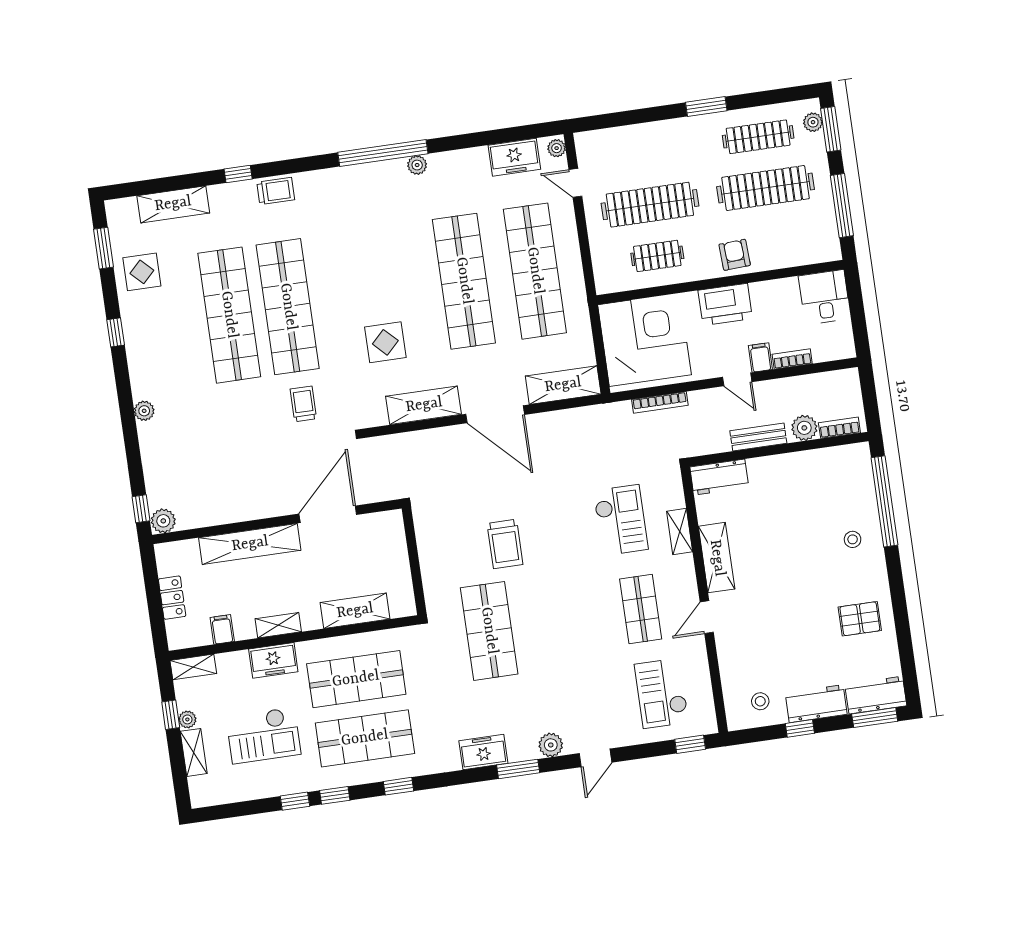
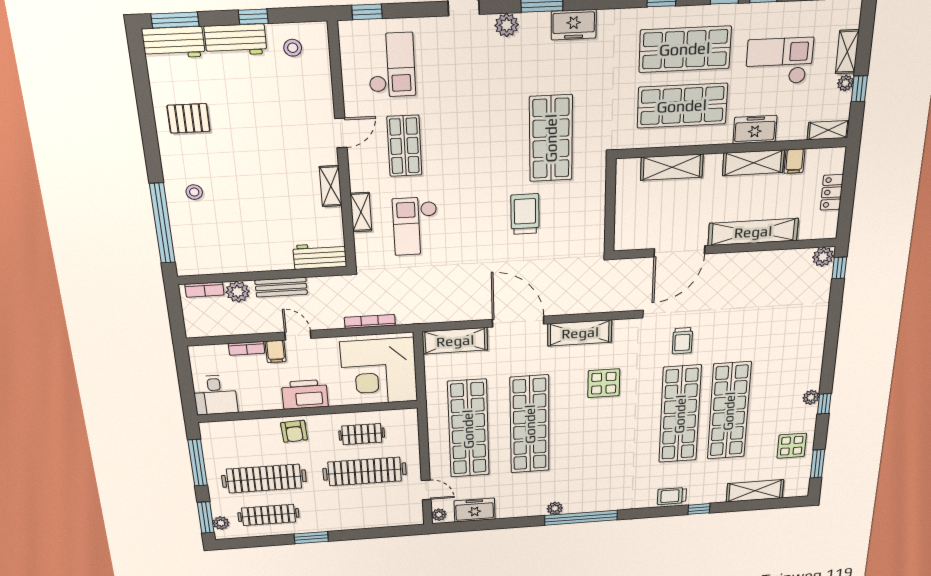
plant: (144, 411) -> (811, 397), moved
shelving: (717, 558) -> (331, 186), width x0.67, depth x0.75
shelving: (278, 625) -> (753, 163), width x1.50, depth x1.33

